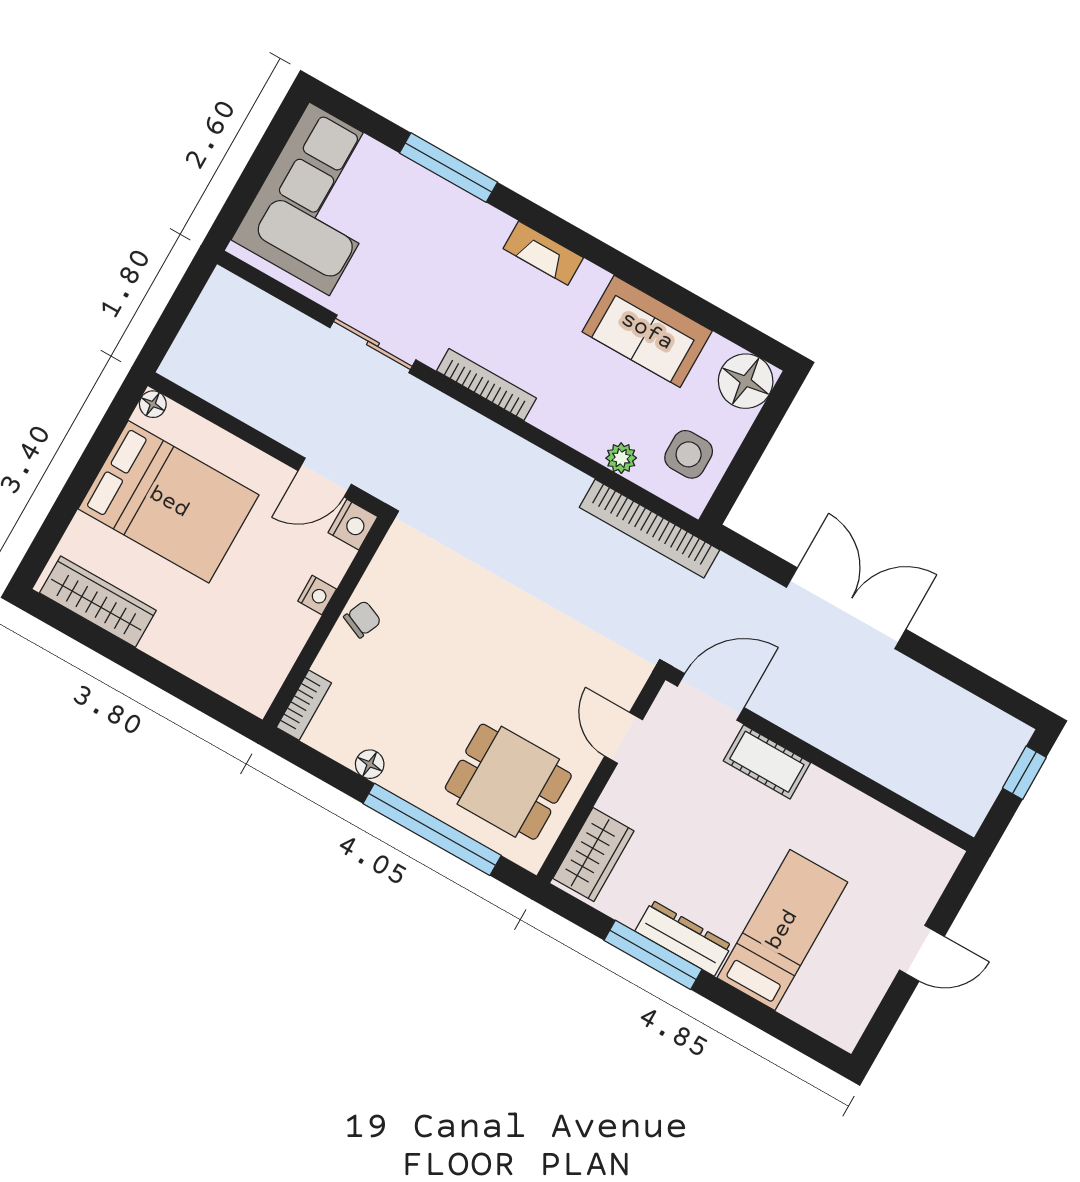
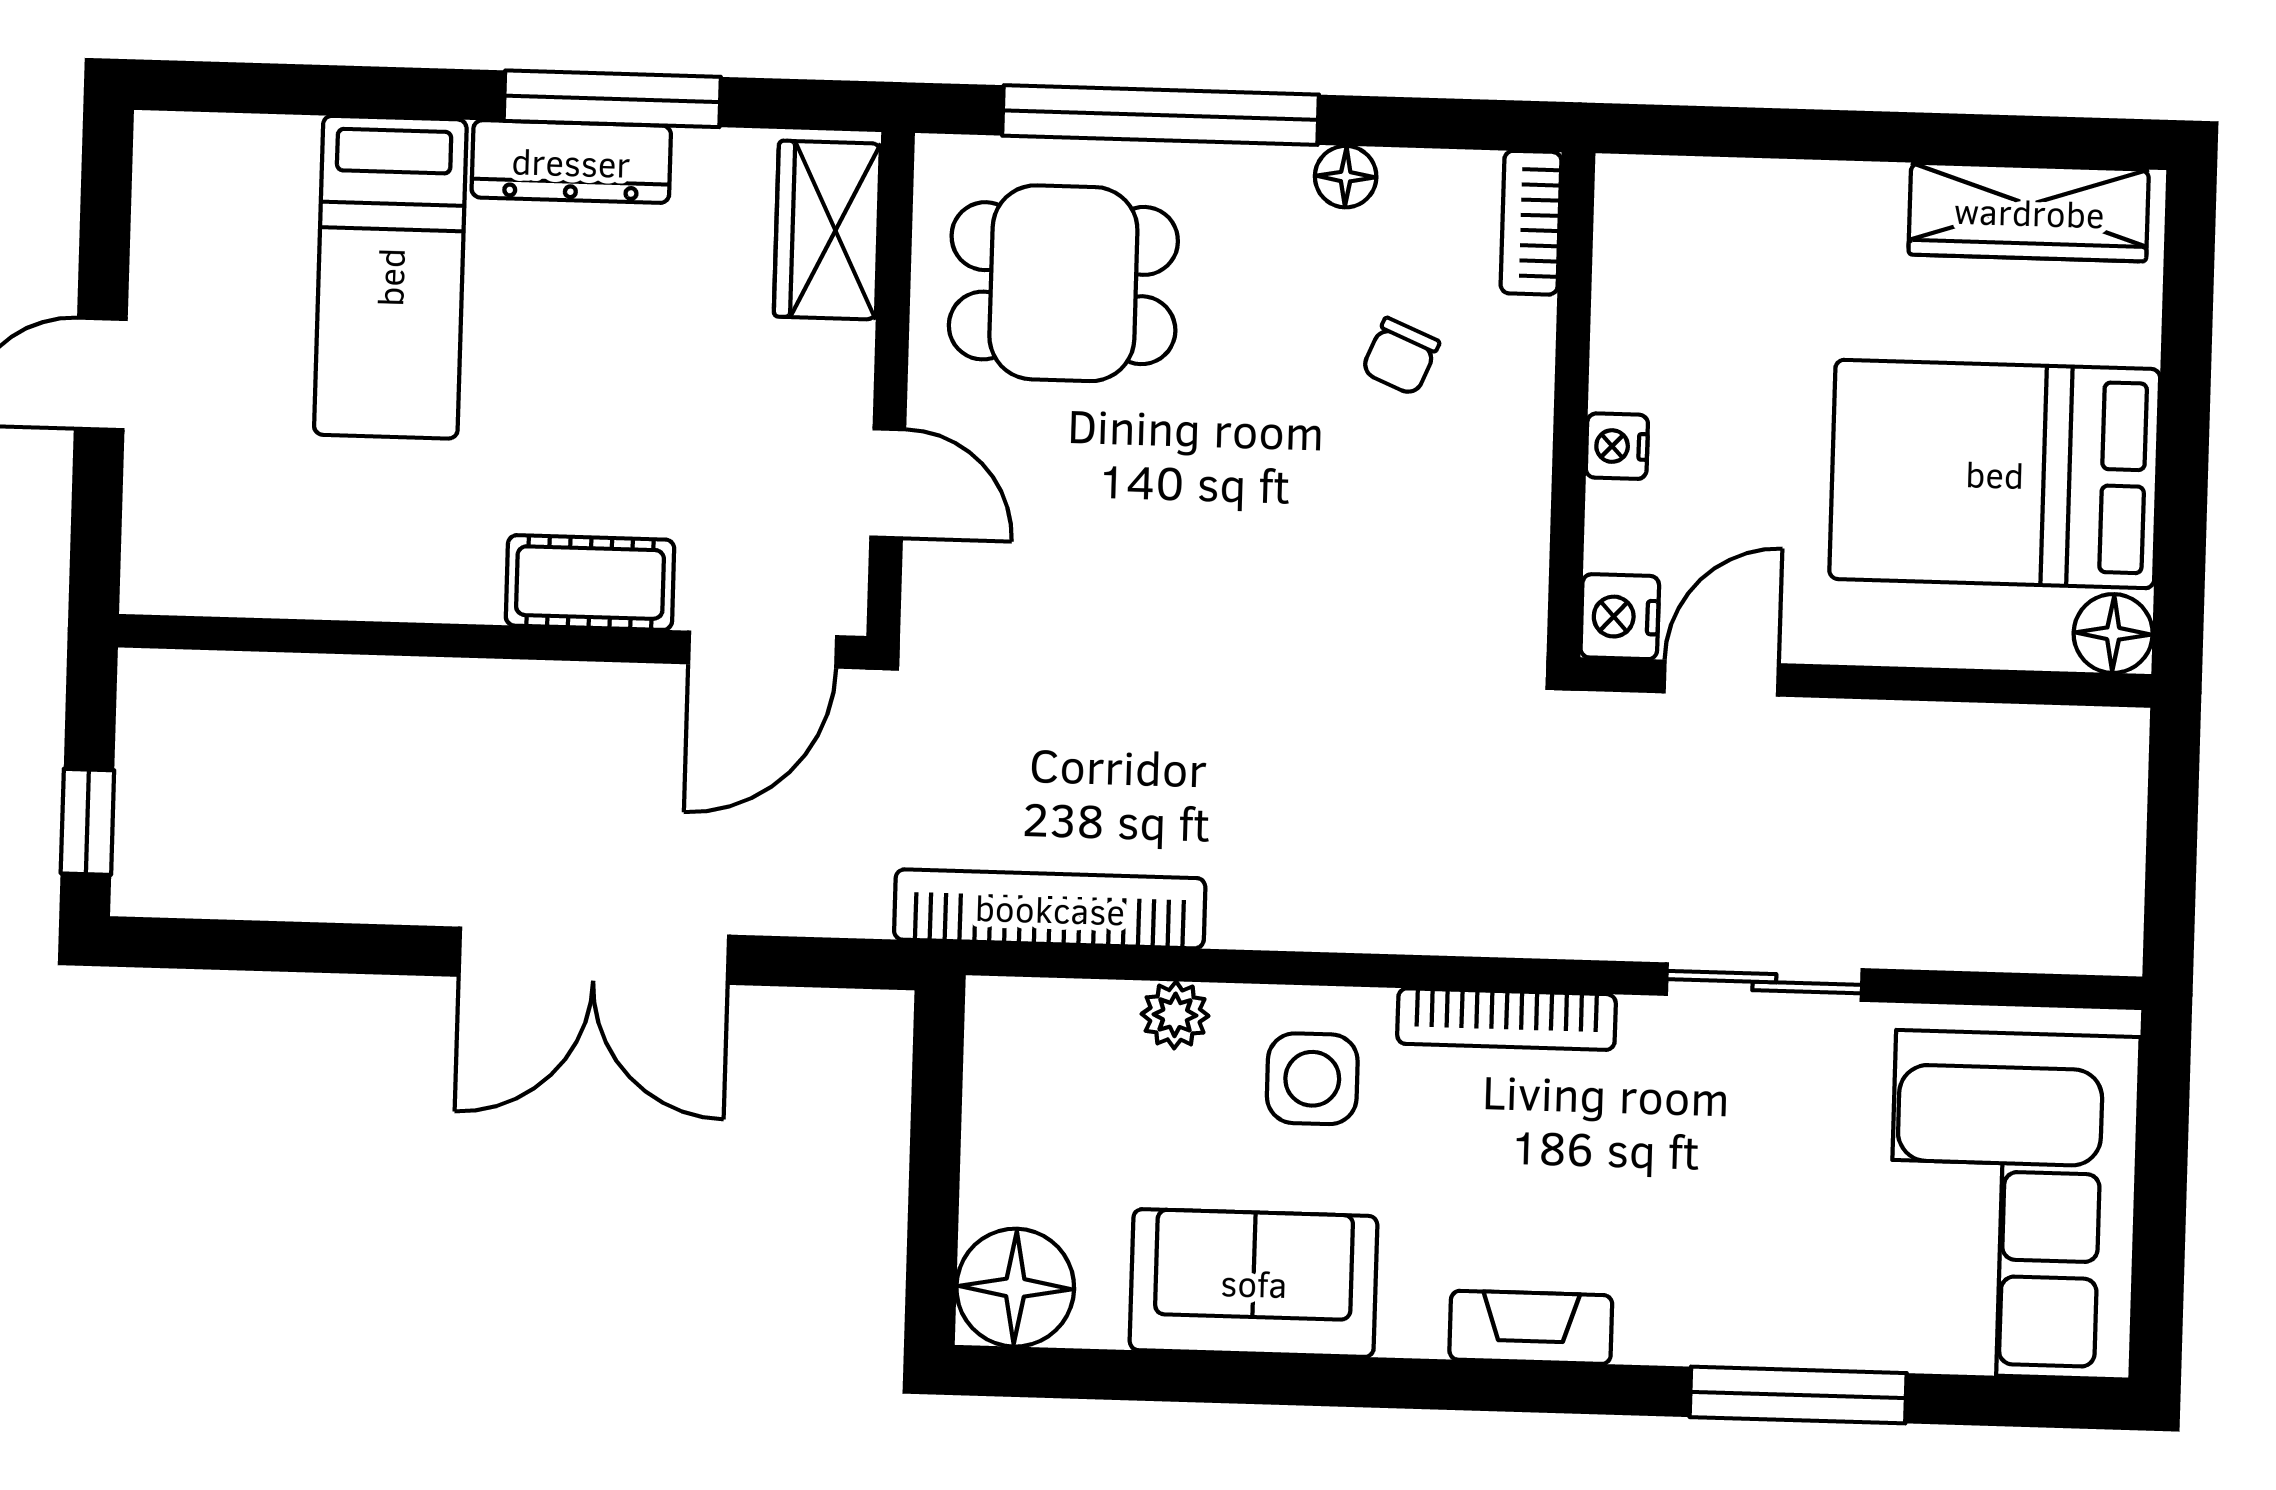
floor lamp: (153, 404) -> (2113, 634), width x1.37, depth x1.37
side table: (689, 454) -> (1312, 1079), moved
chair: (362, 619) -> (1400, 357), moved

